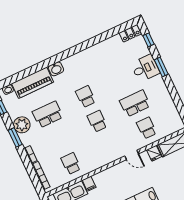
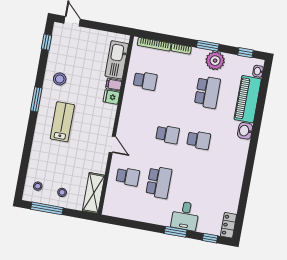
fridge: (154, 153) -> (111, 97), moved
door: (132, 155) -> (112, 144), swing flipped

